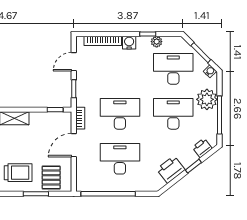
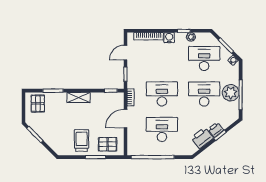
plant: (207, 99) -> (231, 93), moved
printer: (202, 148) -> (216, 130), moved
trolley: (18, 173) -> (82, 140), turned -90
pallet: (51, 177) -> (108, 144), turned 90

